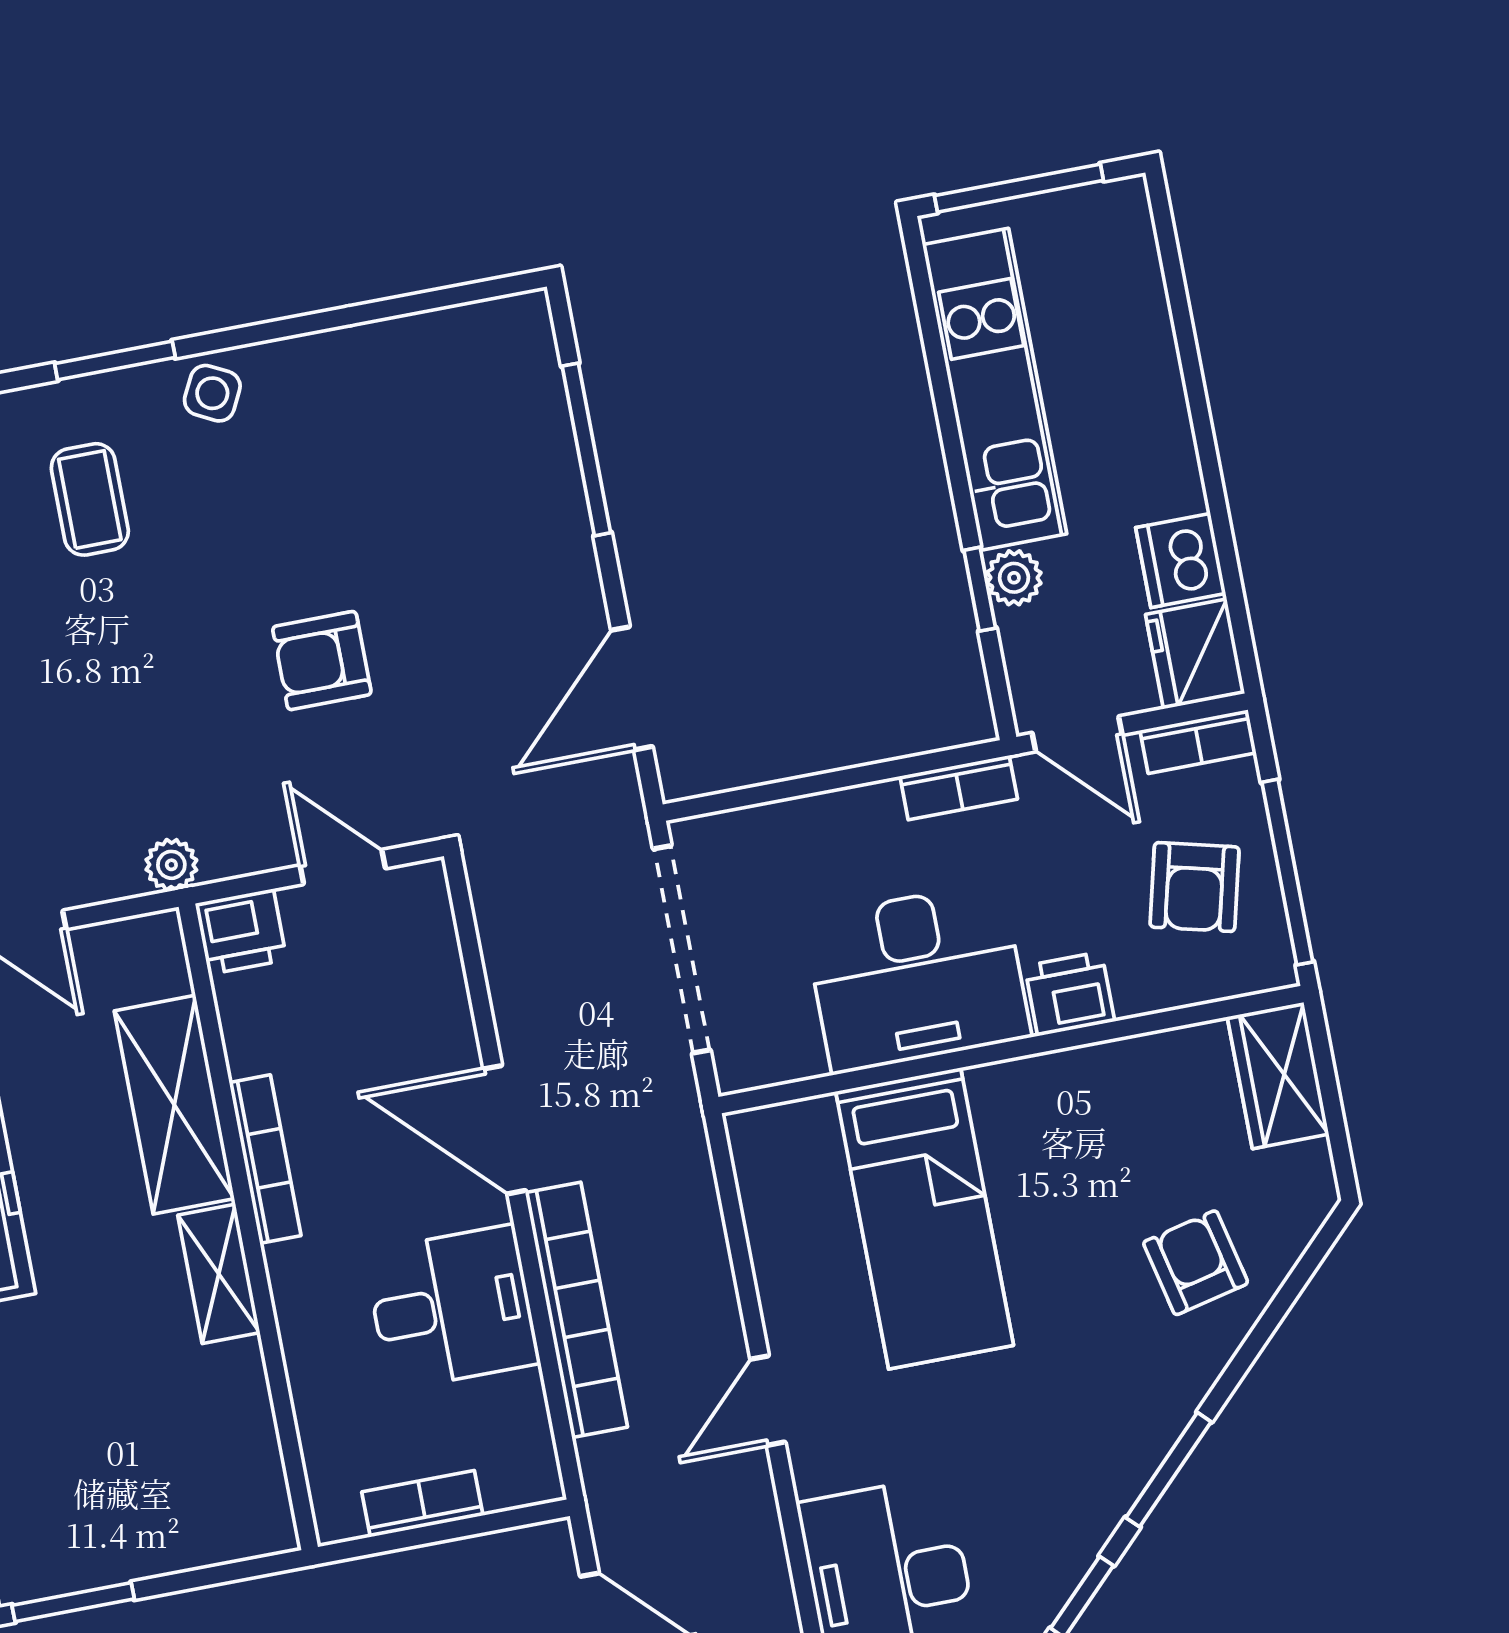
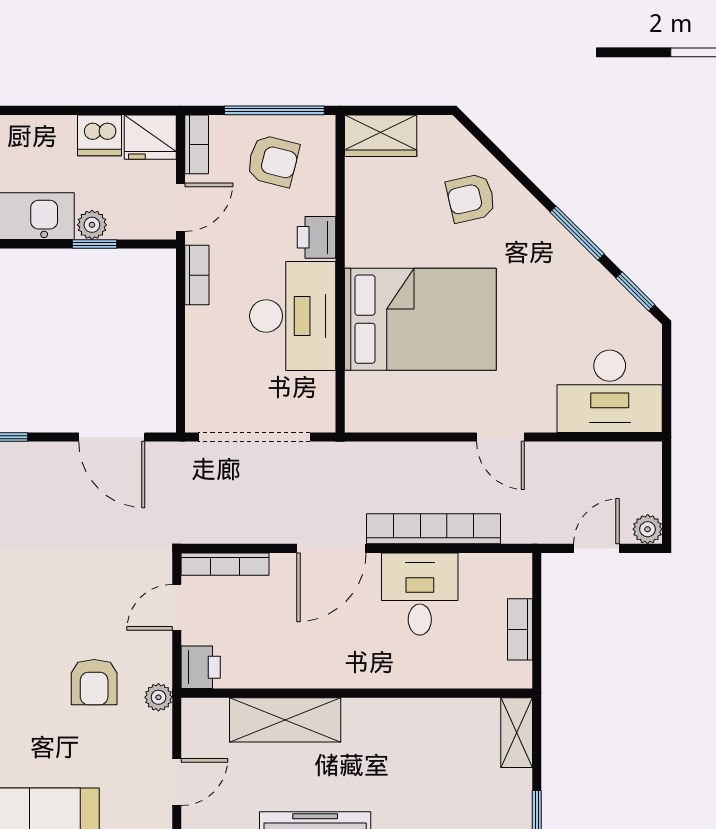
armchair: (322, 661) -> (94, 682), moved
bookcase: (265, 1159) -> (225, 564), moved, turned 180
bed: (925, 1218) -> (420, 319), width x1.50
shelving: (219, 1274) -> (517, 733), moved, turned 90

